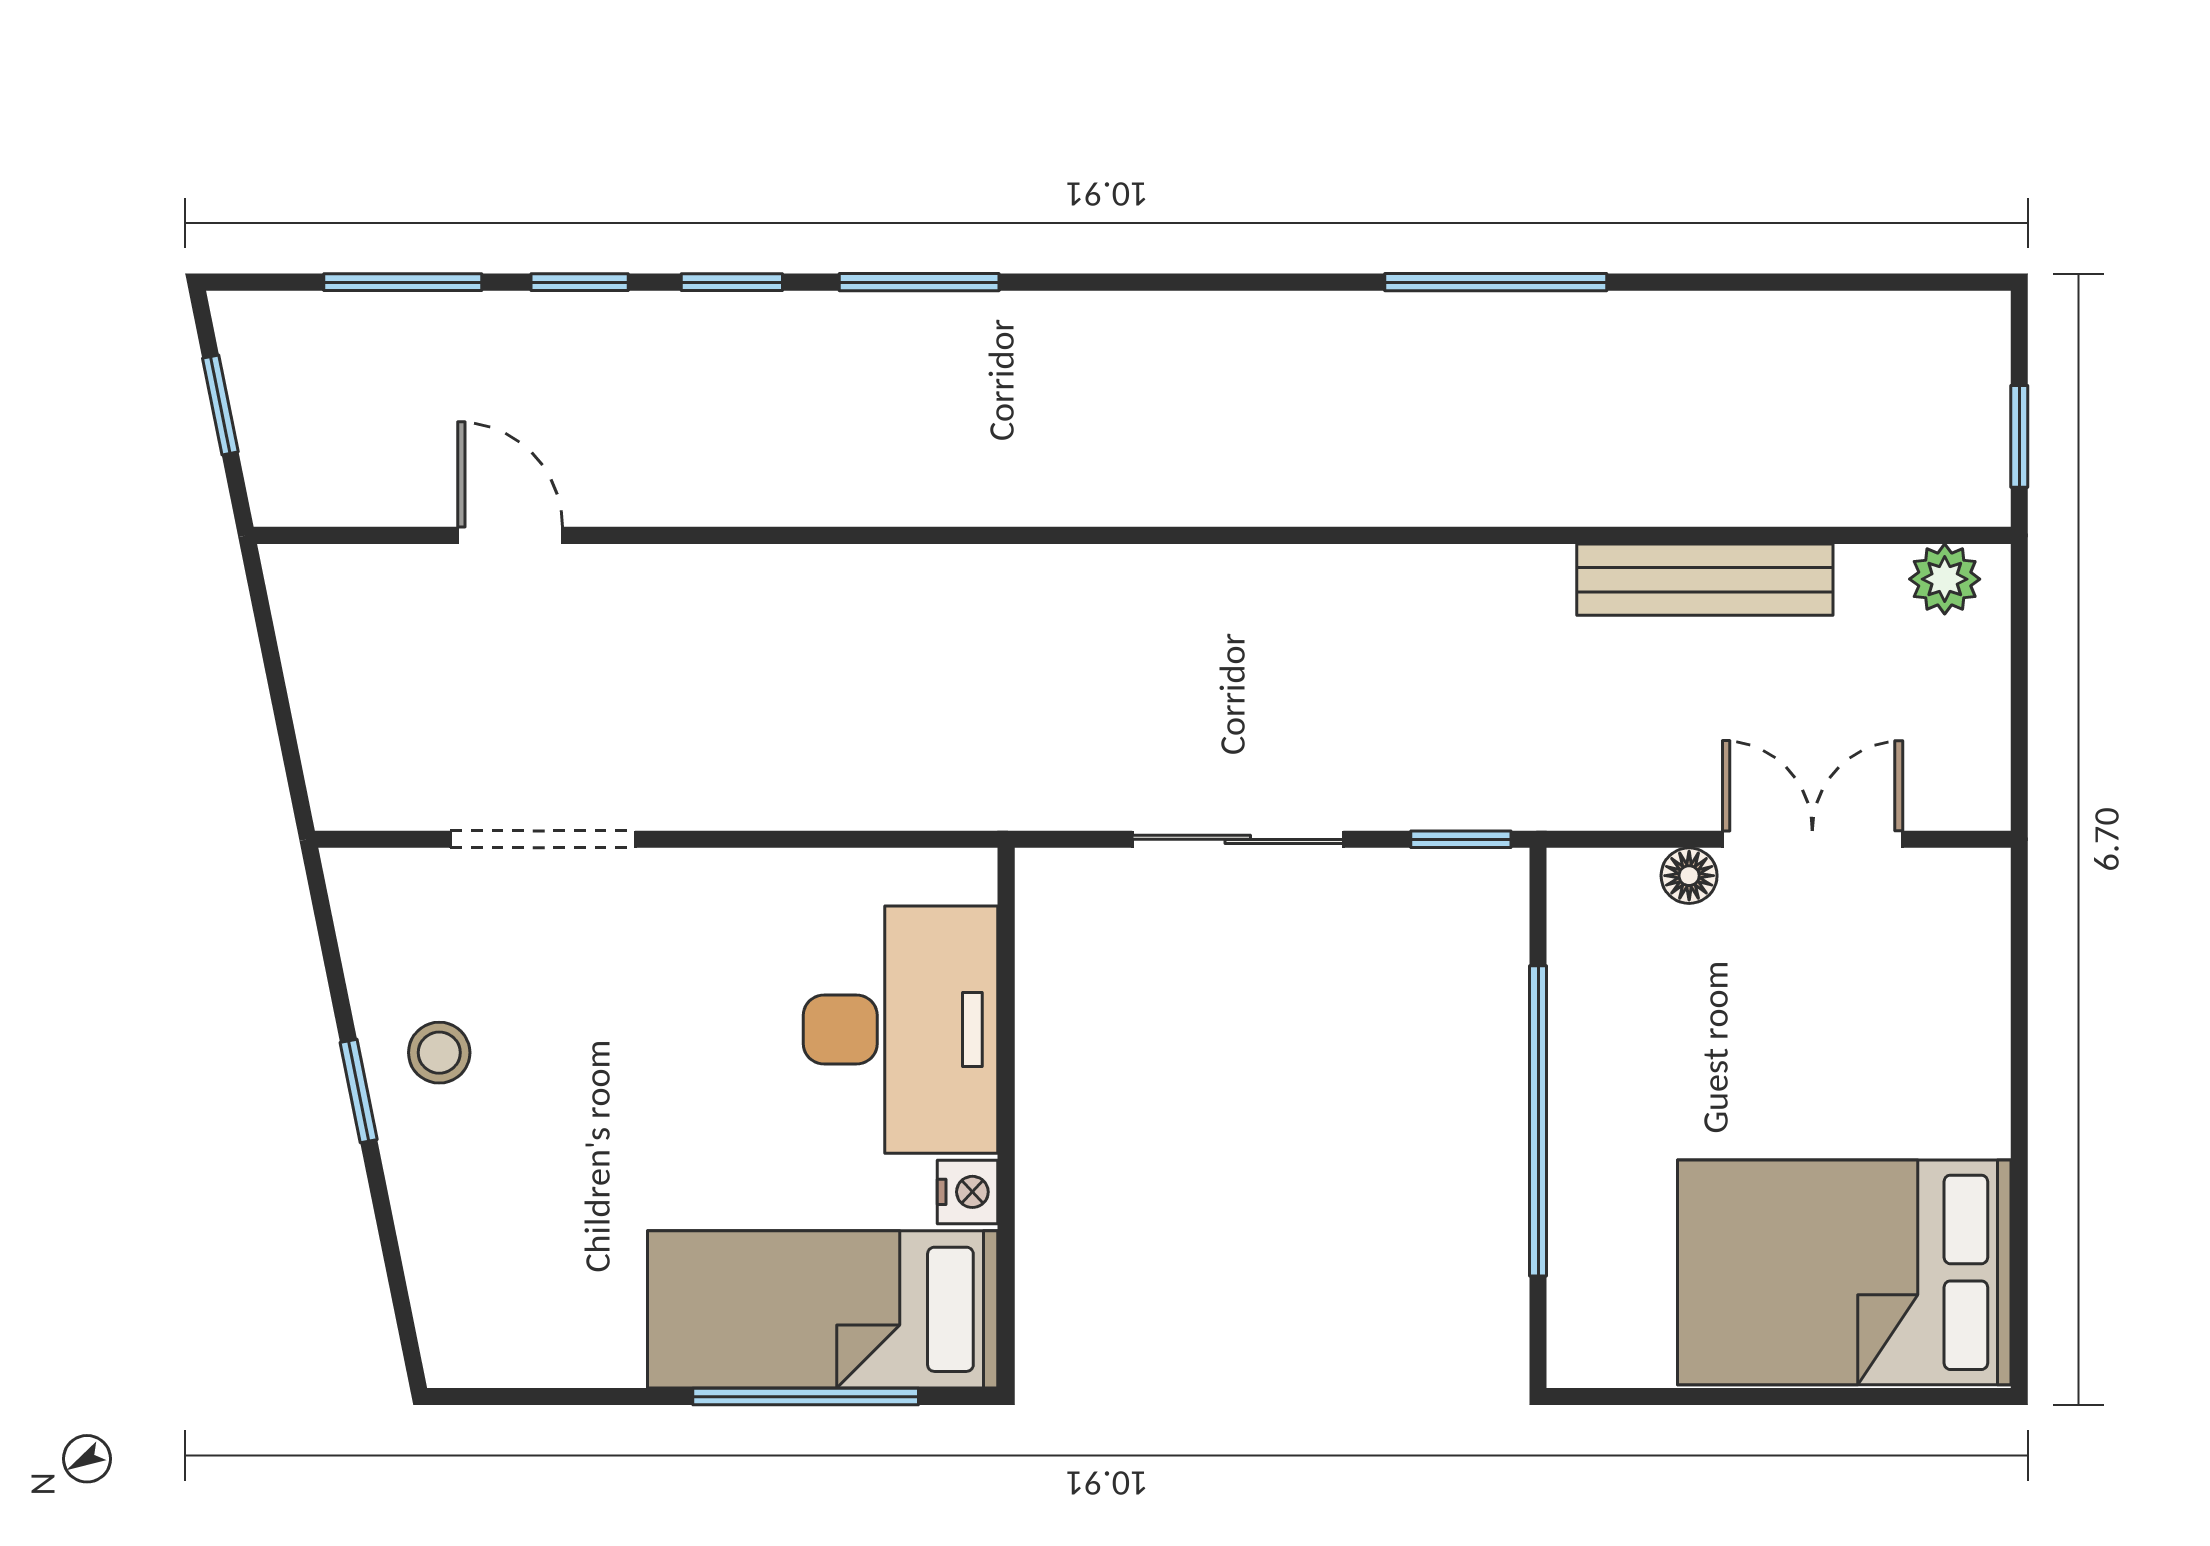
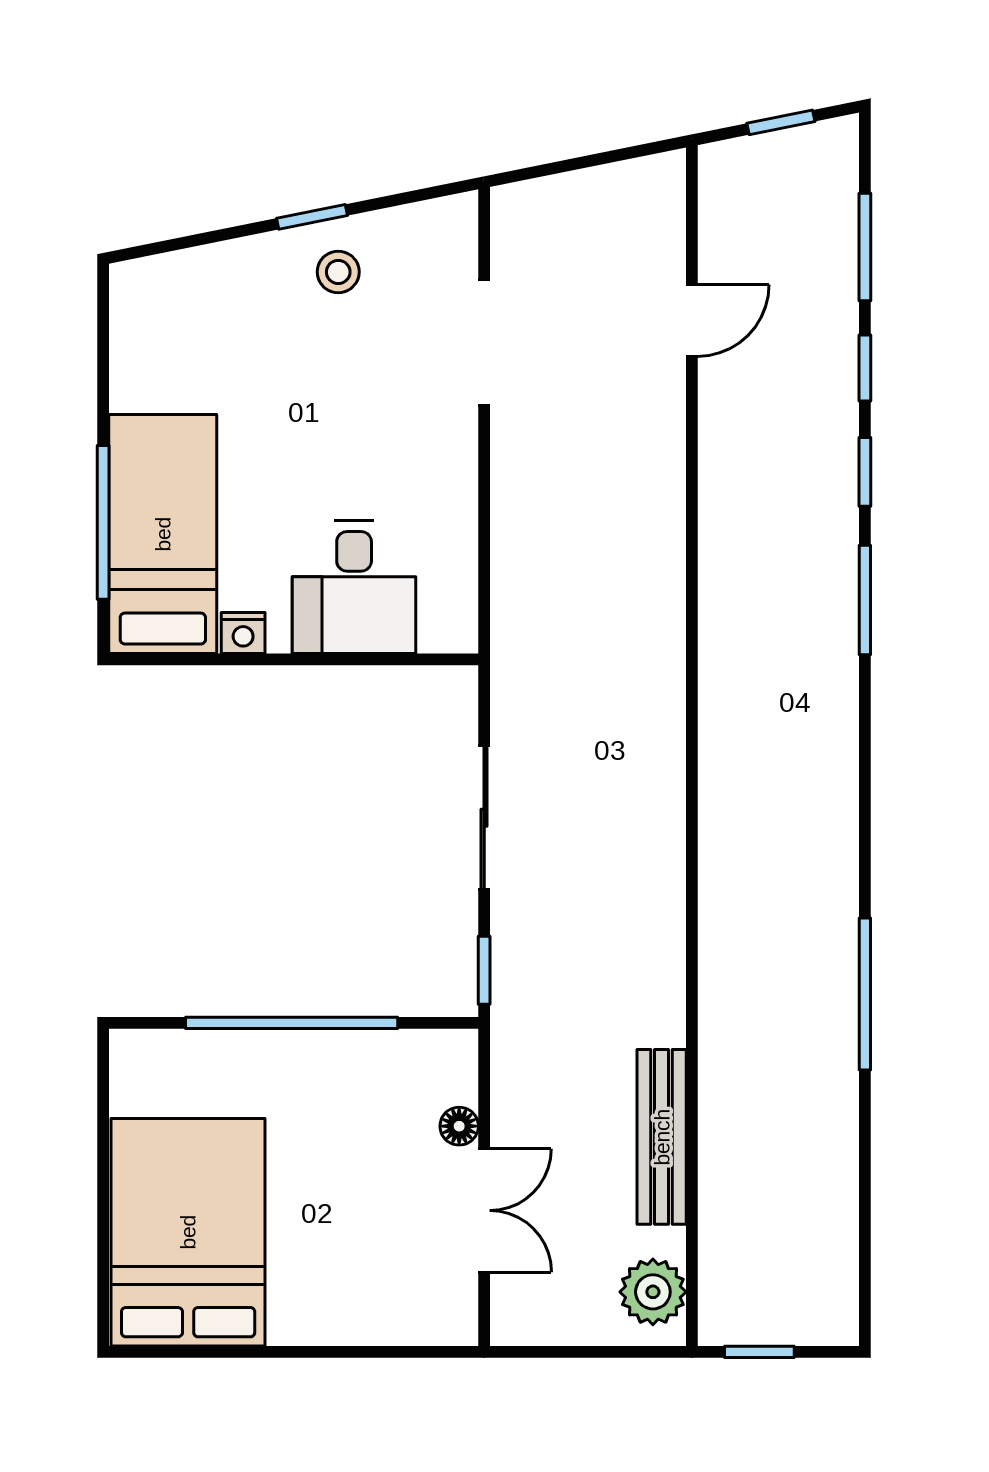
plant: (1945, 579) -> (653, 1292), width x1.38, depth x1.38
desk: (901, 1030) -> (354, 587), width x0.73

